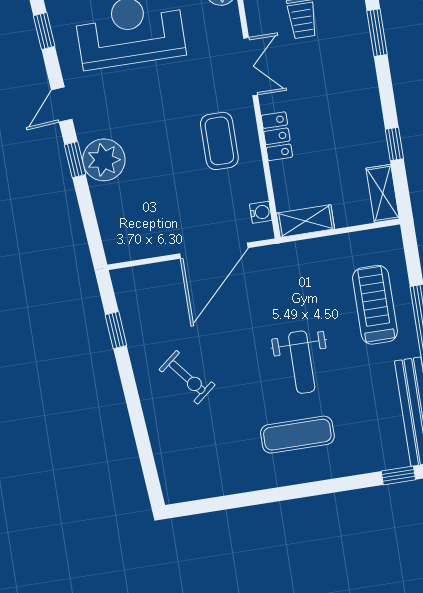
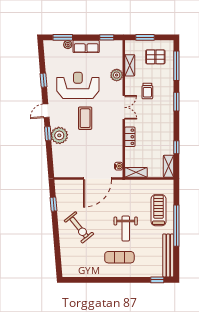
coffee table: (219, 141) -> (85, 118), moved
exercise bike: (187, 377) -> (79, 227), width x1.38, depth x1.39

